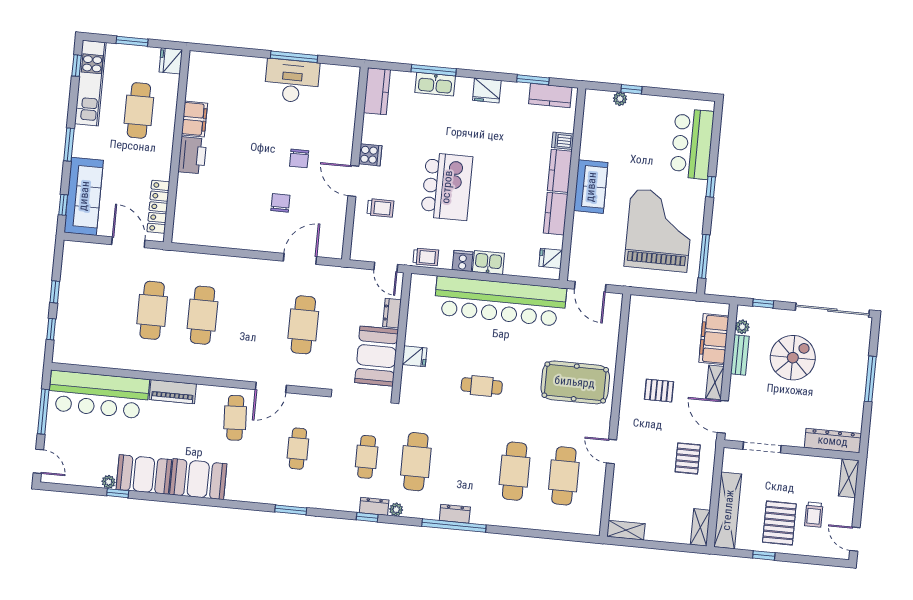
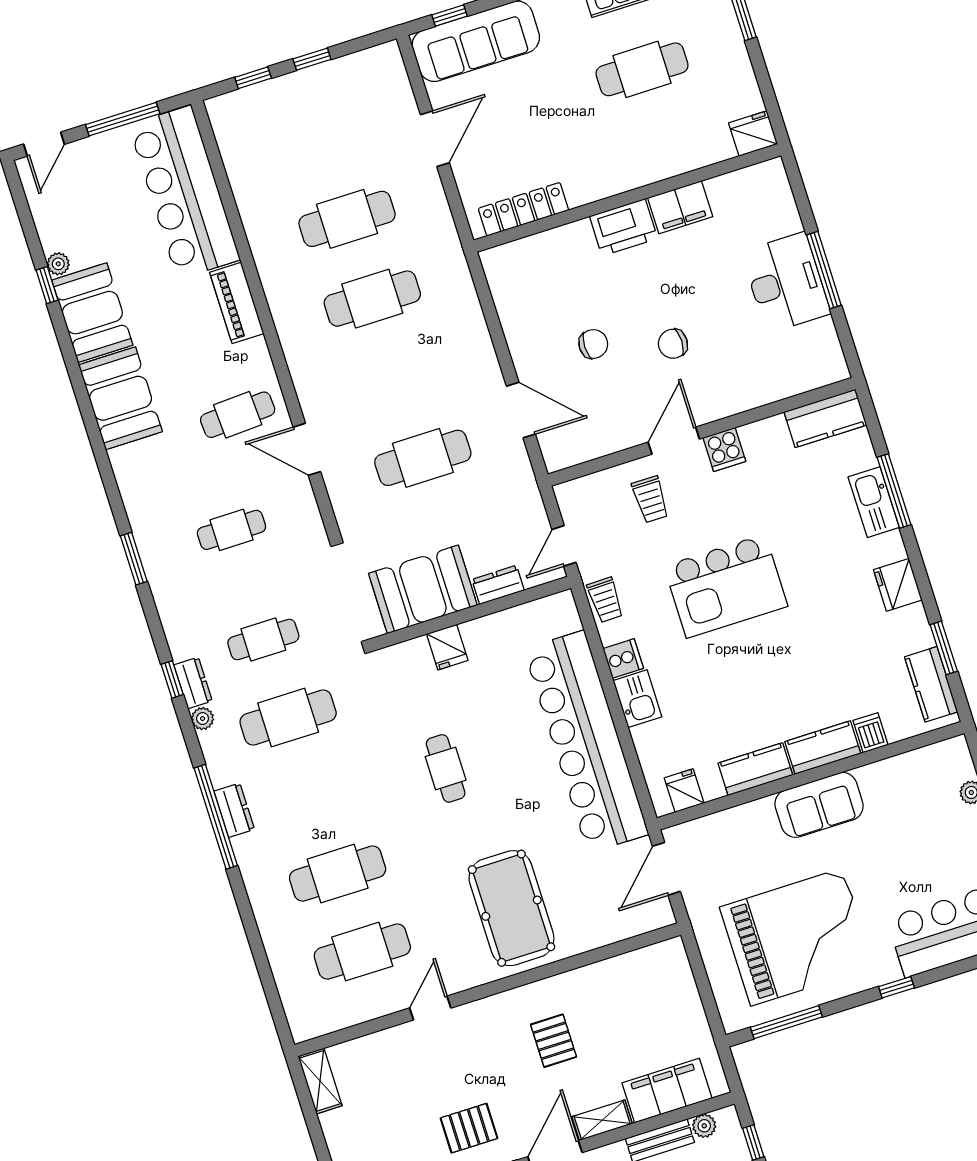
fridge: (171, 61) -> (753, 133), moved
filing cabinet: (194, 119) -> (680, 207), moved
wall: (177, 146) -> (627, 198), moved
printer: (192, 155) -> (624, 227), moved
locker: (158, 207) -> (523, 209), moved

